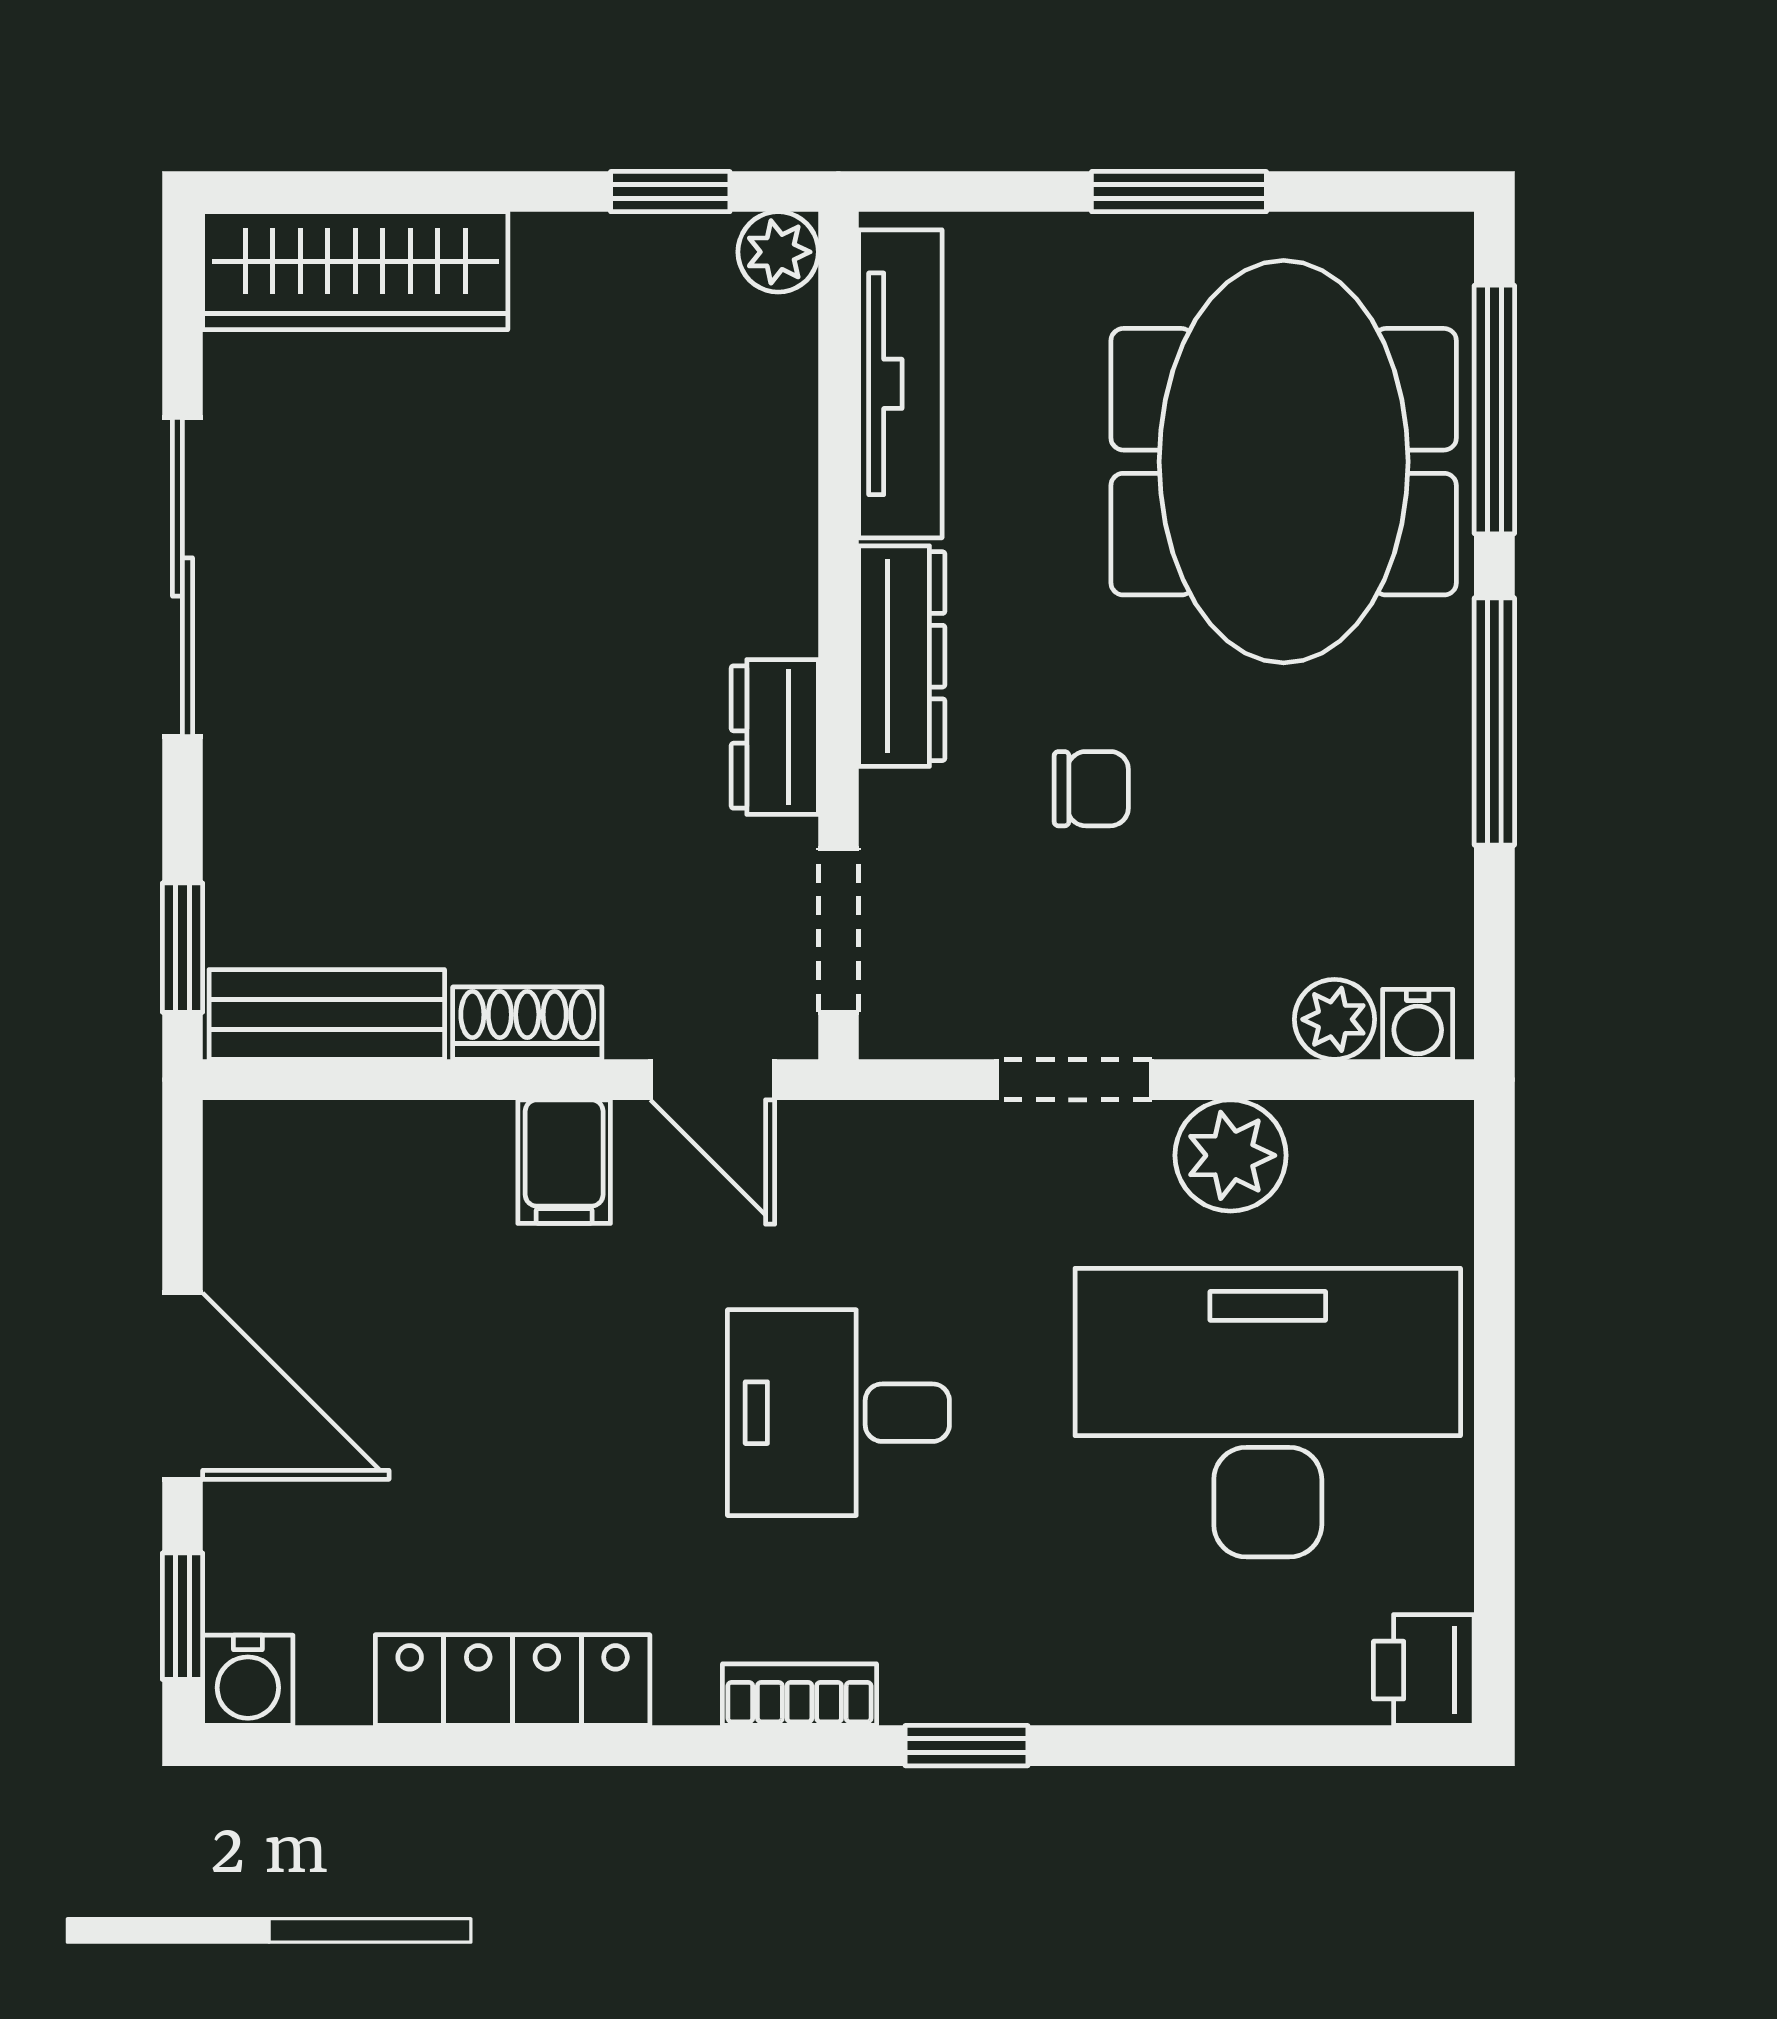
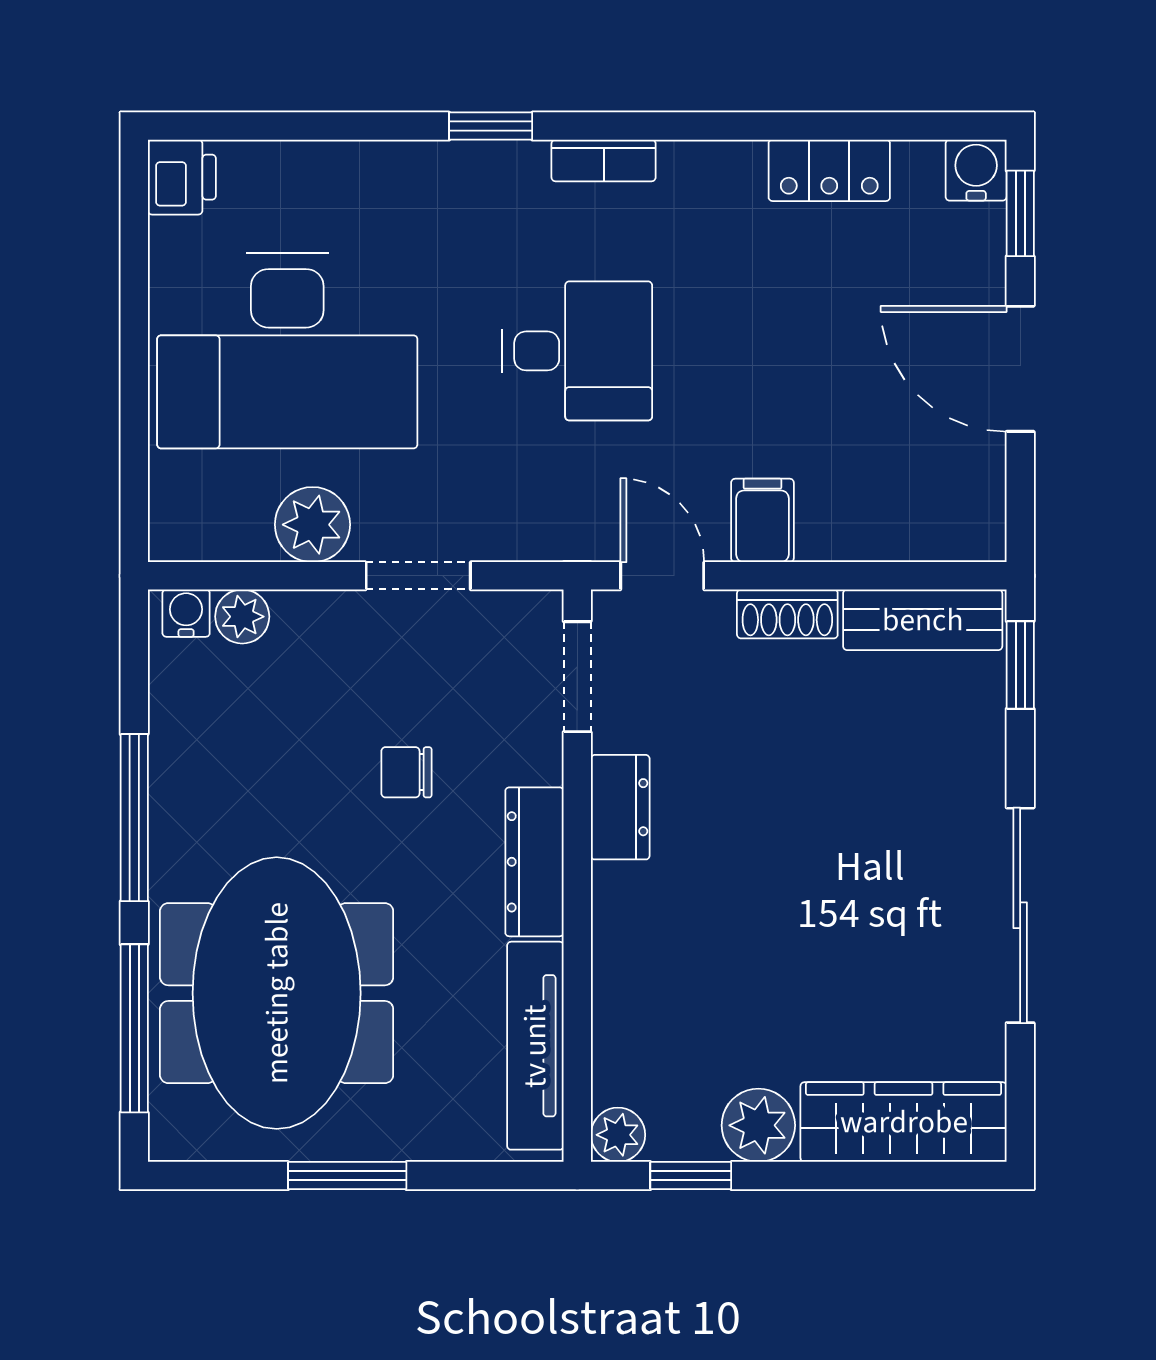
plant: (570, 266) -> (758, 1125), added
locker: (513, 1680) -> (829, 170), width x0.66

